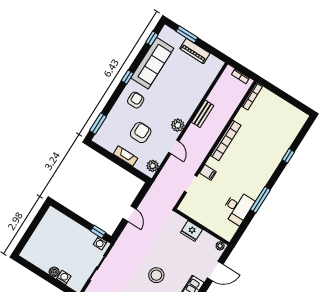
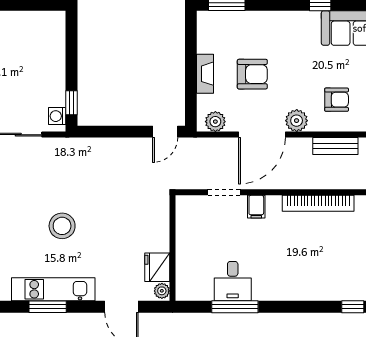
armchair: (136, 100) -> (337, 100), moved
door: (174, 147) -> (262, 135), width x1.87
window: (260, 200) -> (235, 307), moved
desk: (238, 208) -> (233, 281), width x0.73
door: (130, 214) -> (165, 132), moved
fridge: (192, 231) -> (157, 267), moved

